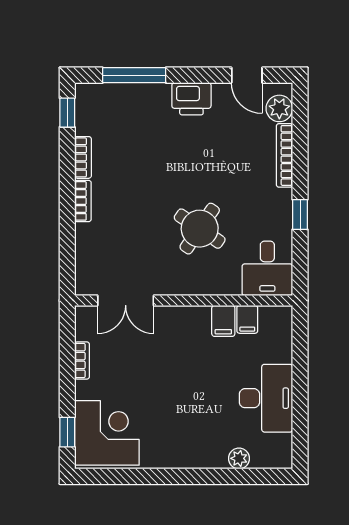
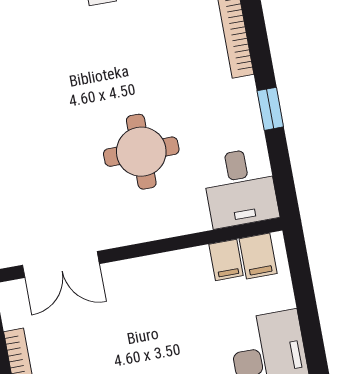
round table: (200, 229) -> (141, 152), turned -34
filing cabinet: (223, 321) -> (258, 256), moved

